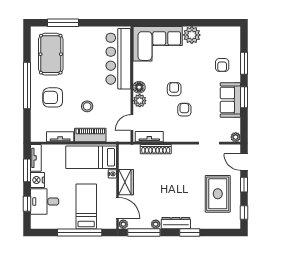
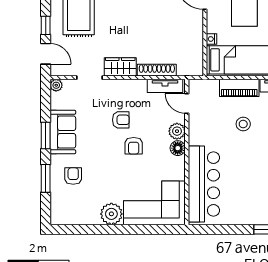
armchair: (184, 110) -> (121, 120), turned -90
door: (132, 123) -> (187, 104), swing flipped
wardrobe: (126, 182) -> (120, 67), moved, turned 90

